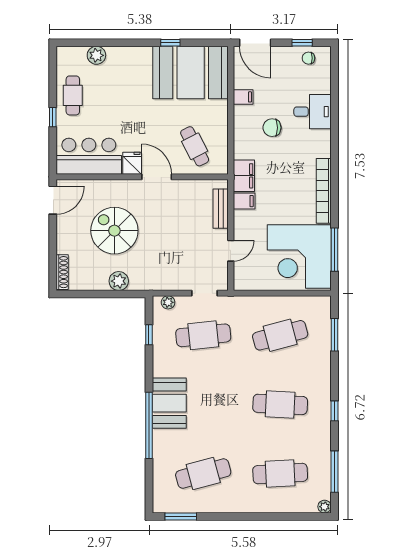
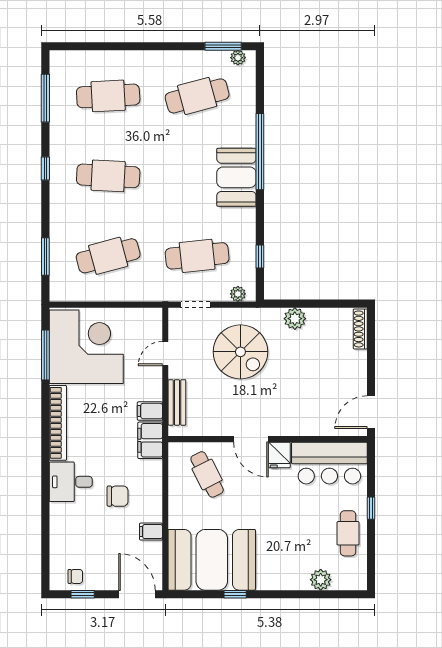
desk: (313, 112) -> (71, 482), moved
spiral stairs: (114, 231) -> (240, 352), moved
plant: (324, 507) -> (238, 58), moved

